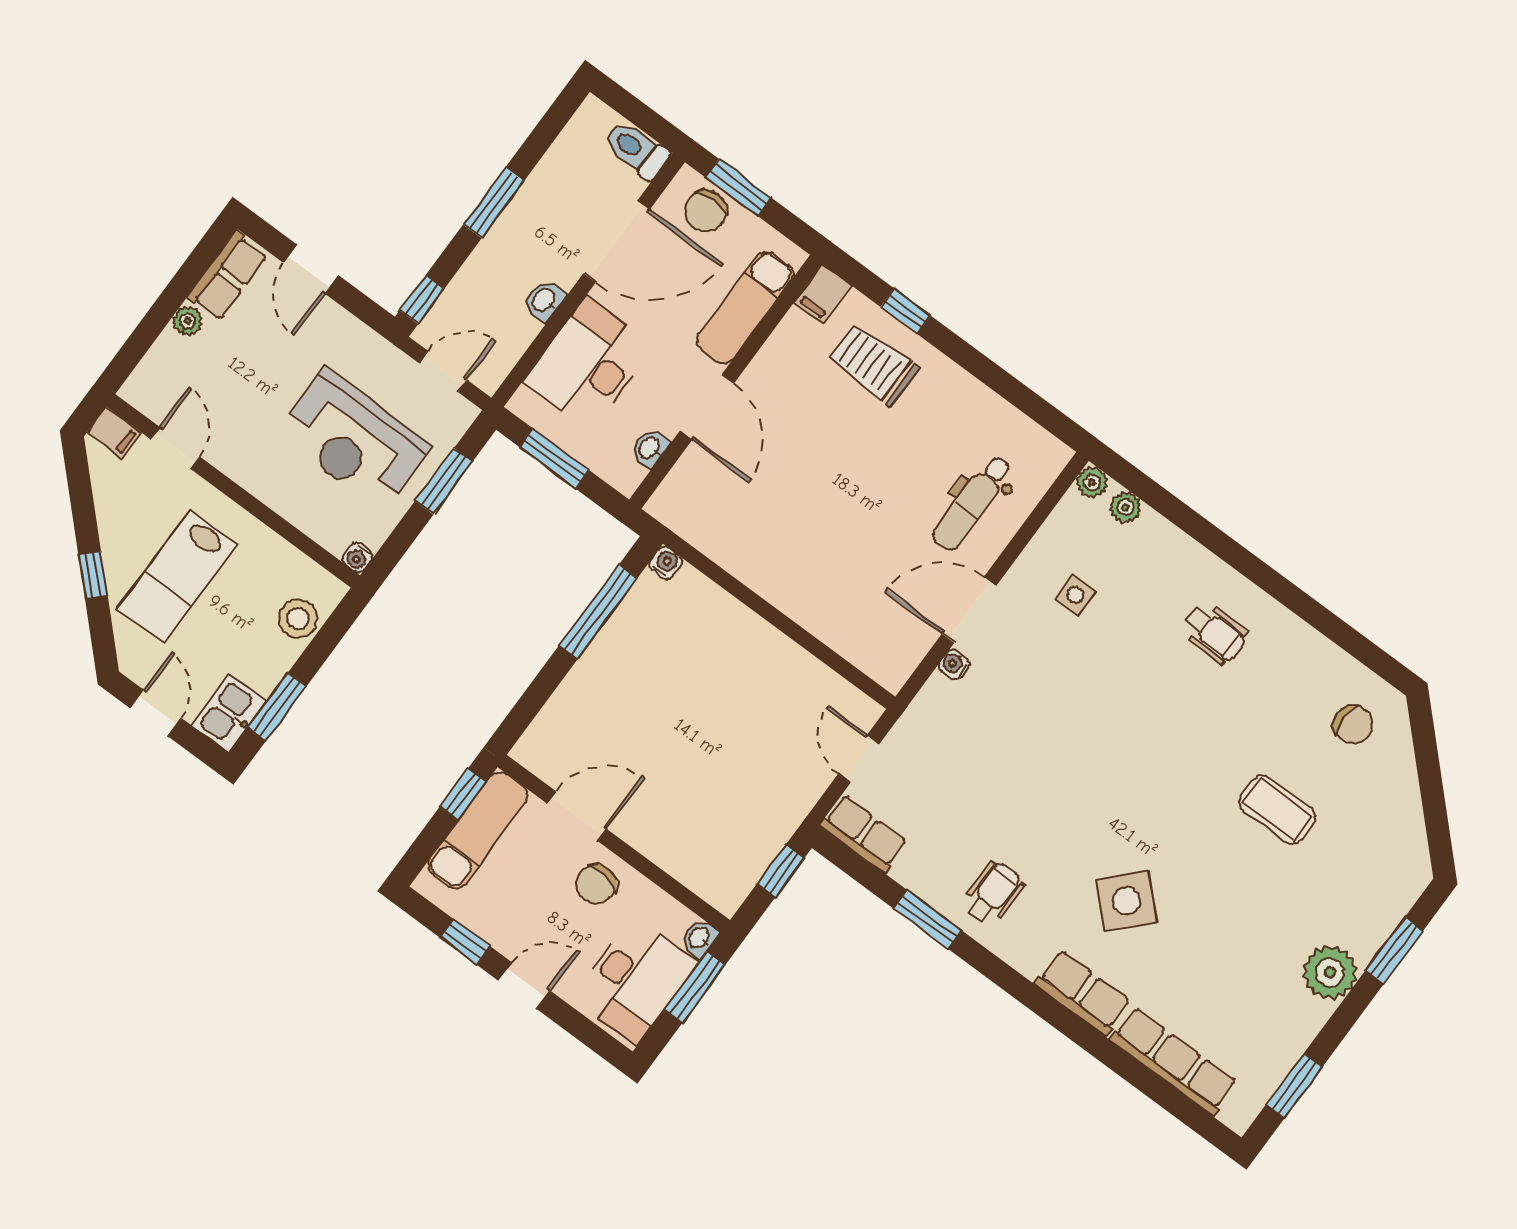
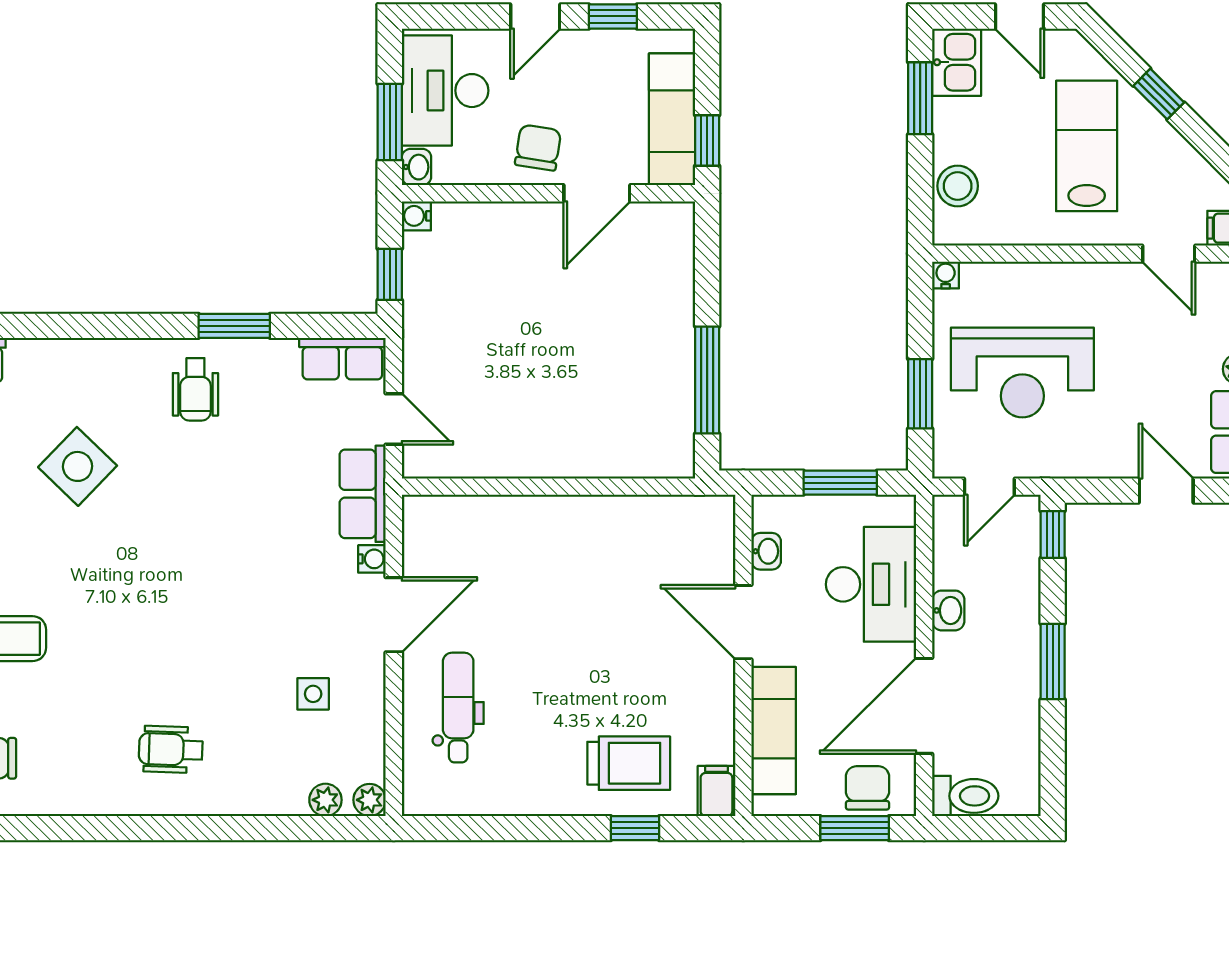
reception desk: (354, 440) -> (1022, 373), turned 180
water cooler: (666, 563) -> (416, 216), moved, turned 90
row of seats: (1083, 993) -> (363, 494), moved, turned 90

